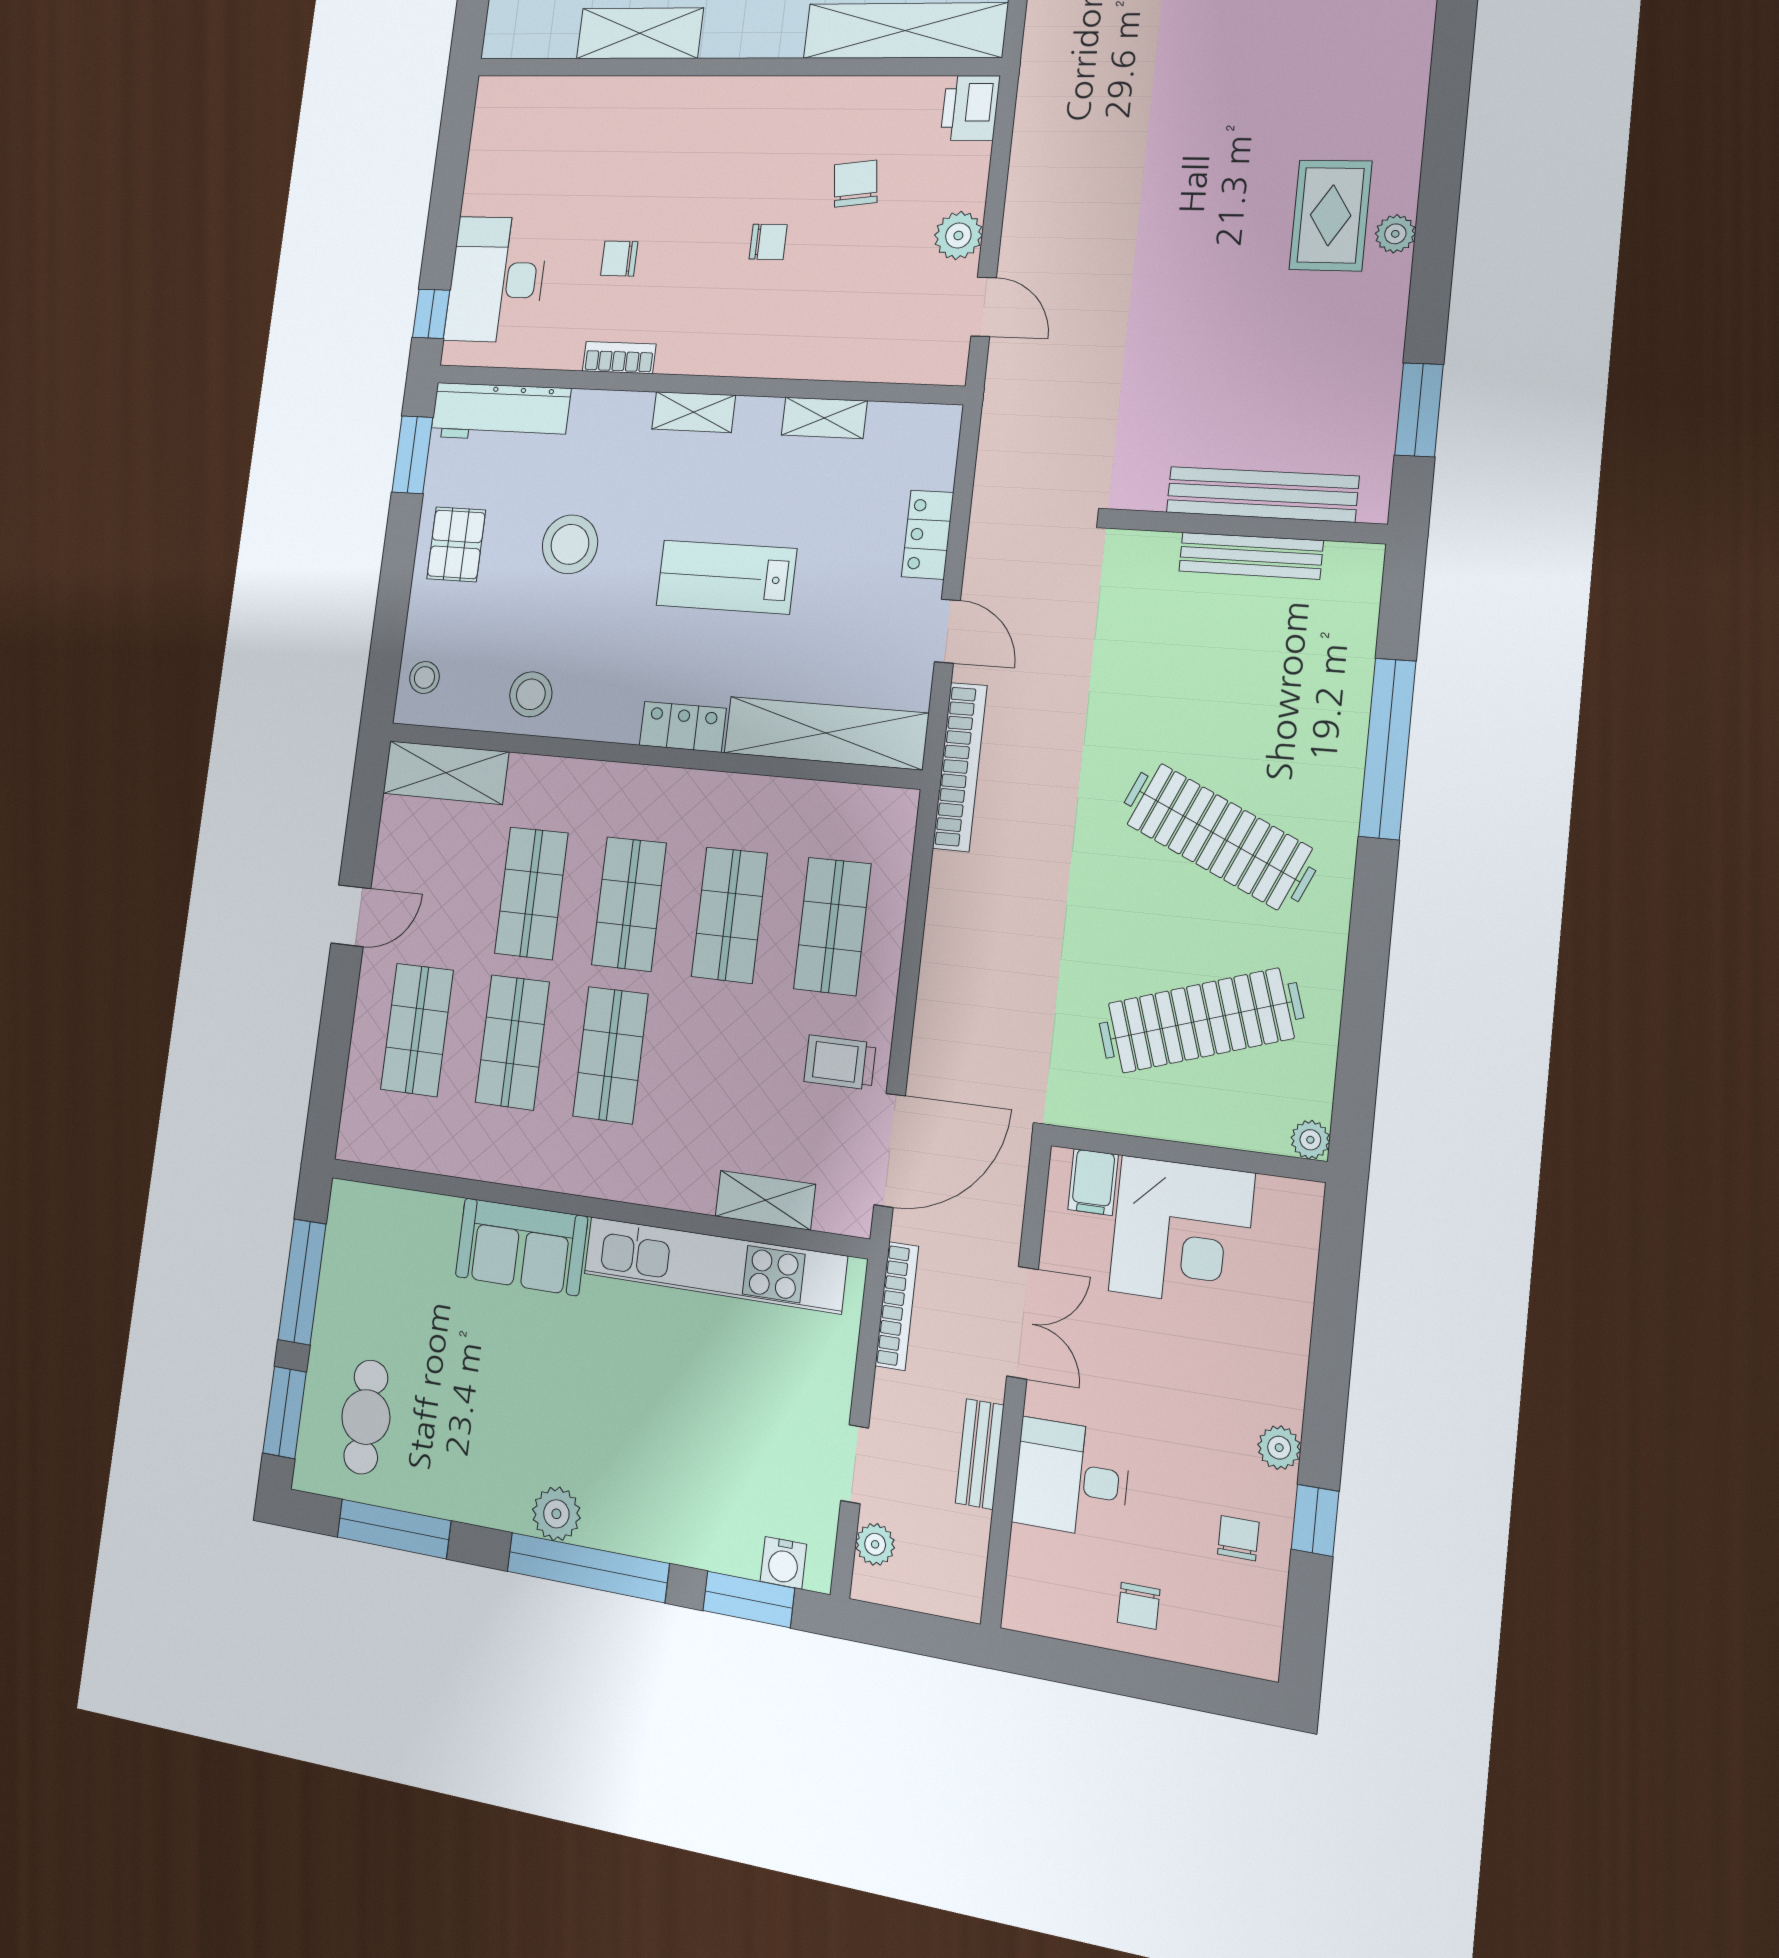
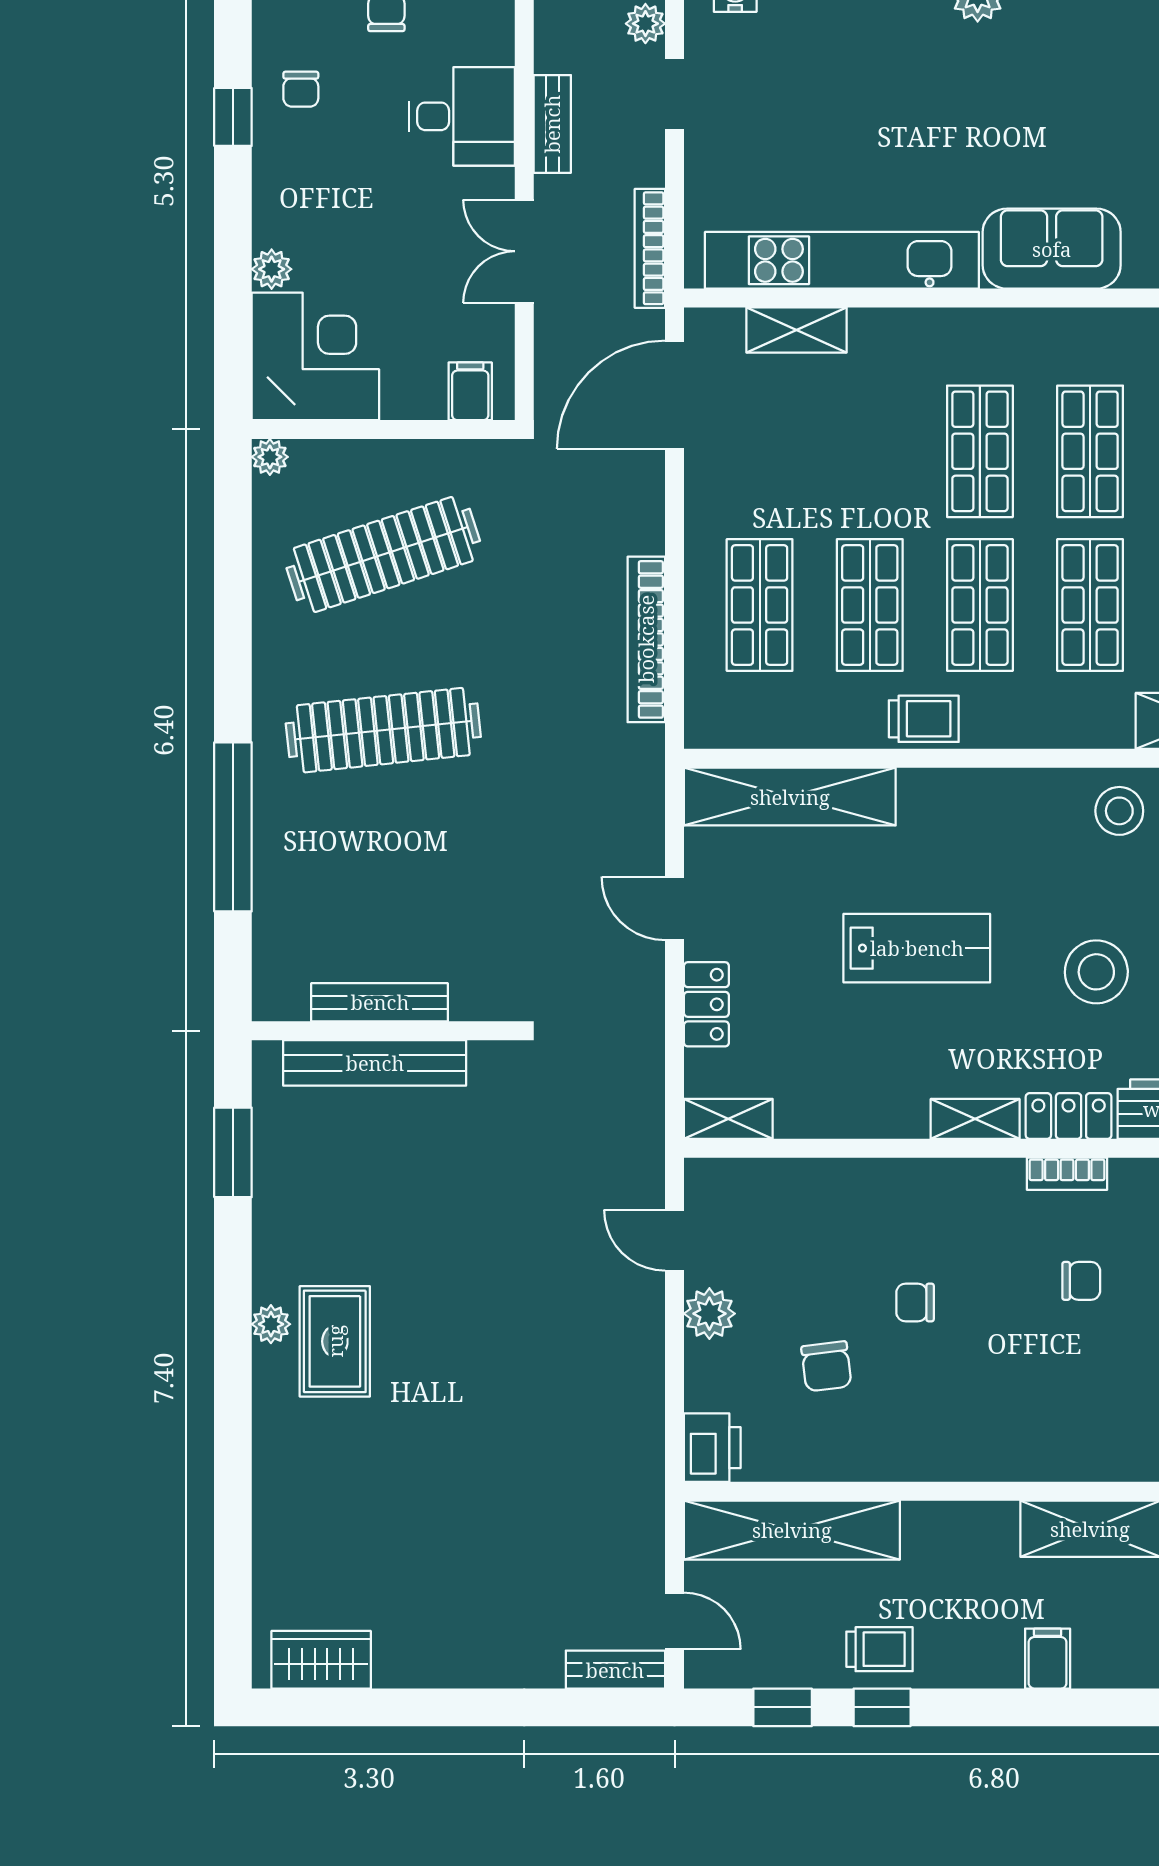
shelving: (824, 418) -> (728, 1119), moved
locker: (683, 727) -> (1069, 1116), moved, turned 180
bookcase: (960, 767) -> (646, 639), moved
clothes rail: (1219, 836) -> (383, 730), turned -30
trolley: (840, 1062) -> (924, 719), moved
corner desk: (1182, 1232) -> (315, 356), moved, turned 90
plant: (1279, 1448) -> (272, 269), moved

